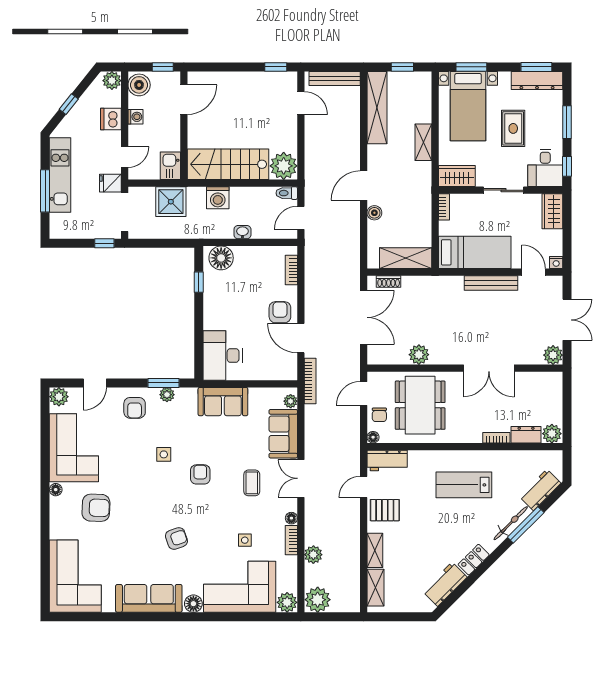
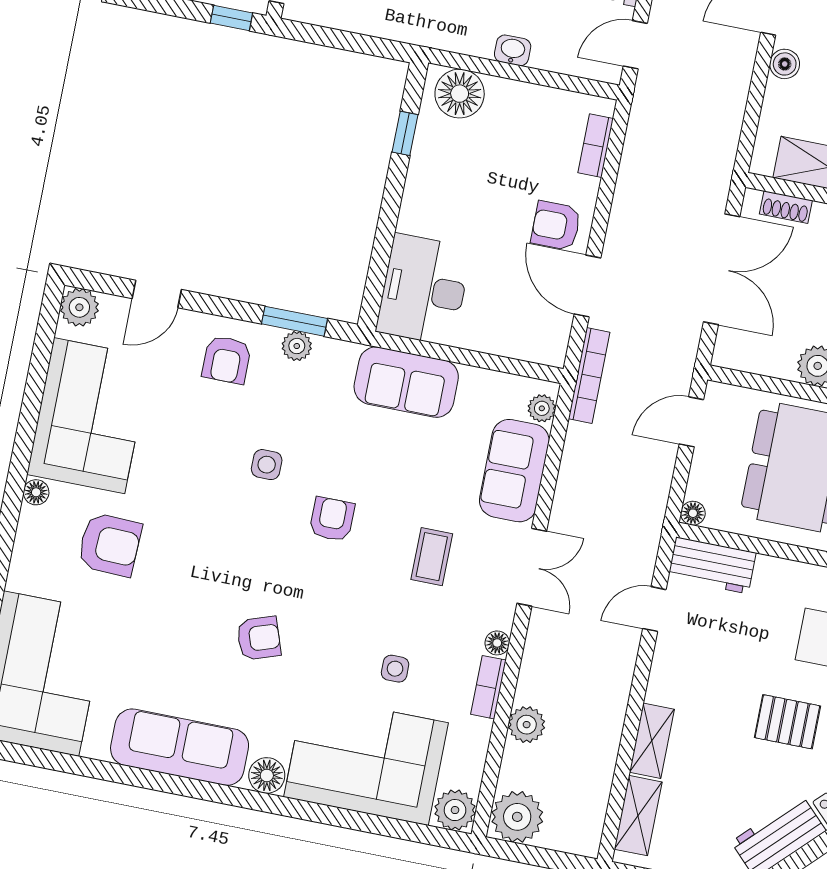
armchair: (280, 312) -> (556, 226), turned -90
chair: (379, 415) -> (714, 471), removed
double door: (301, 478) -> (532, 567), swing flipped
pallet: (385, 510) -> (787, 722), moved

